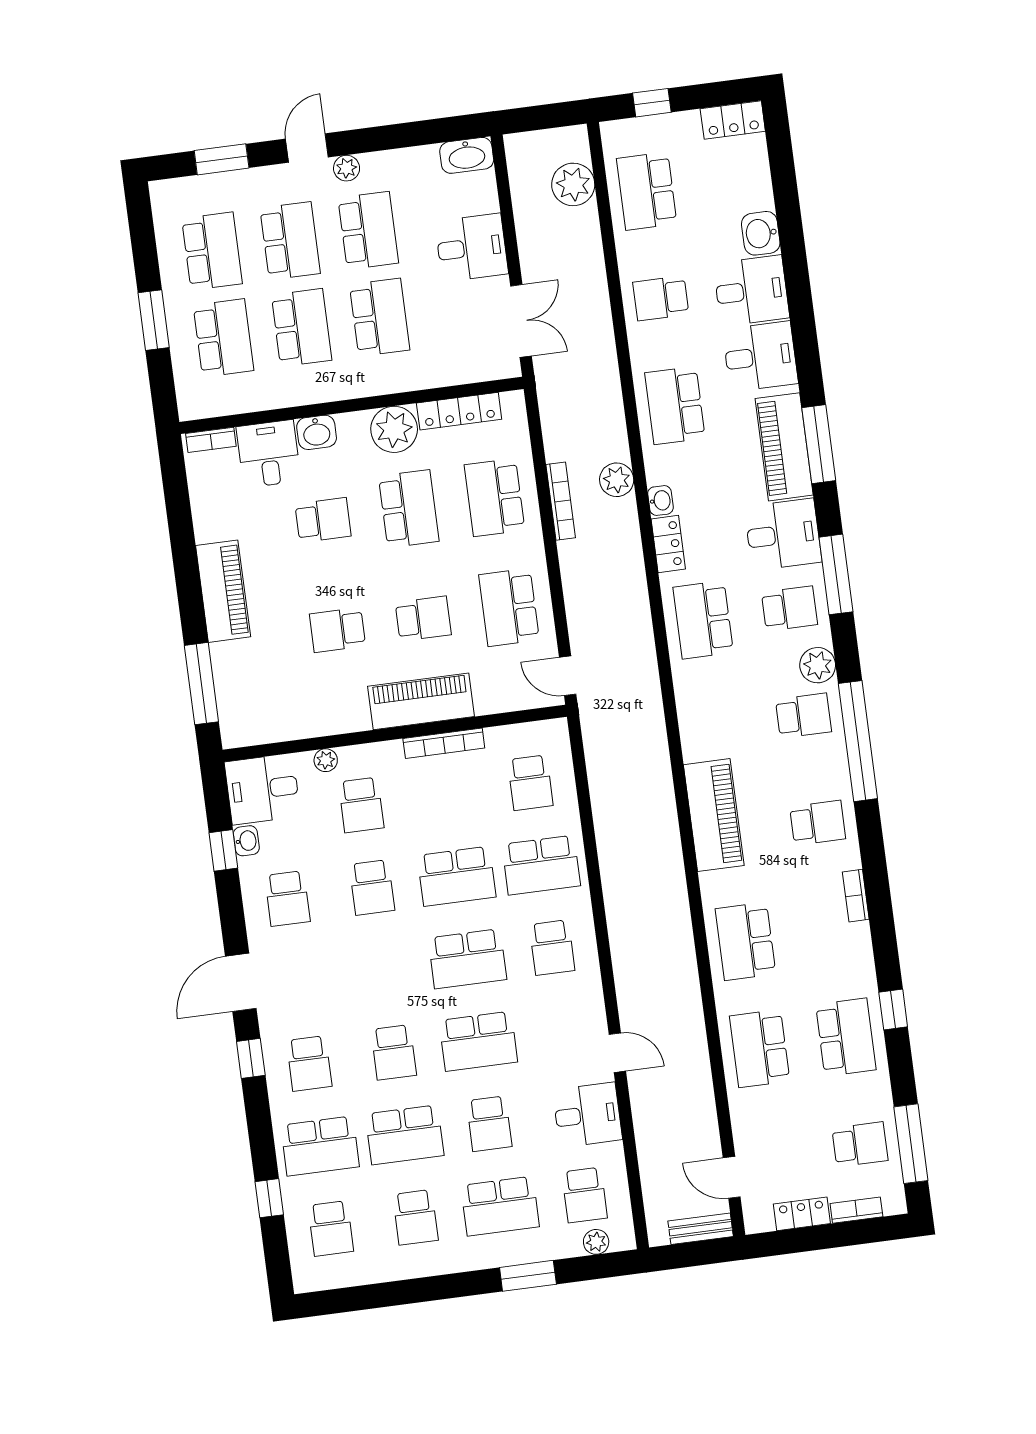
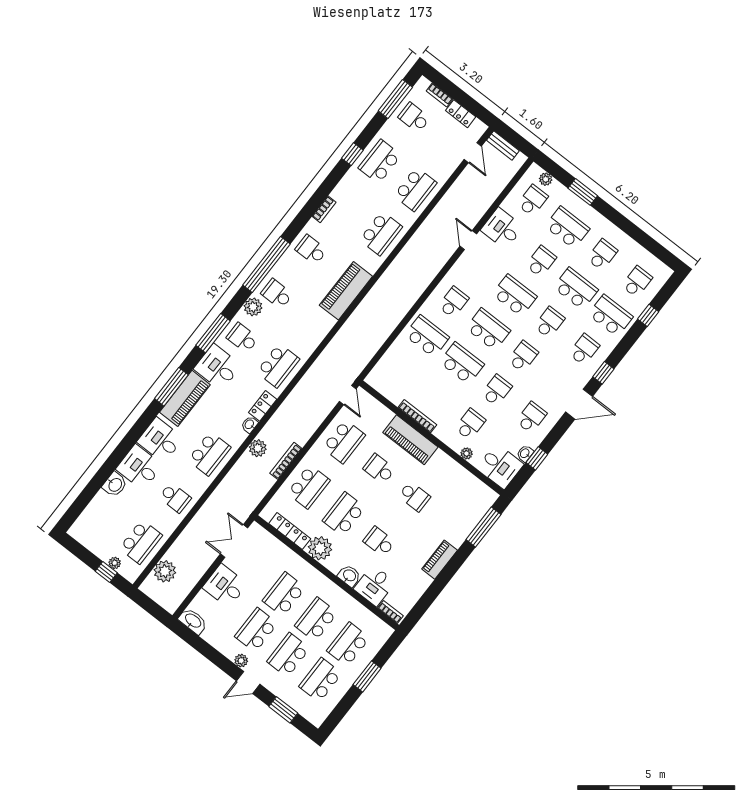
locker: (733, 120) -> (83, 536), removed
plant: (653, 127) -> (115, 563), added
piano: (223, 591) -> (440, 560), width x0.73, depth x0.75
school desk: (530, 783) -> (523, 356), moved

